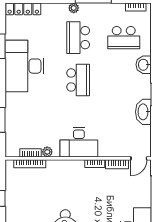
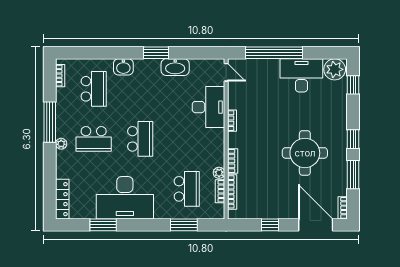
school desk: (78, 80) -> (140, 139), turned 90
school desk: (33, 122) -> (187, 189), added
desk: (79, 142) -> (209, 107), moved
bookcase: (117, 164) -> (233, 161), moved

